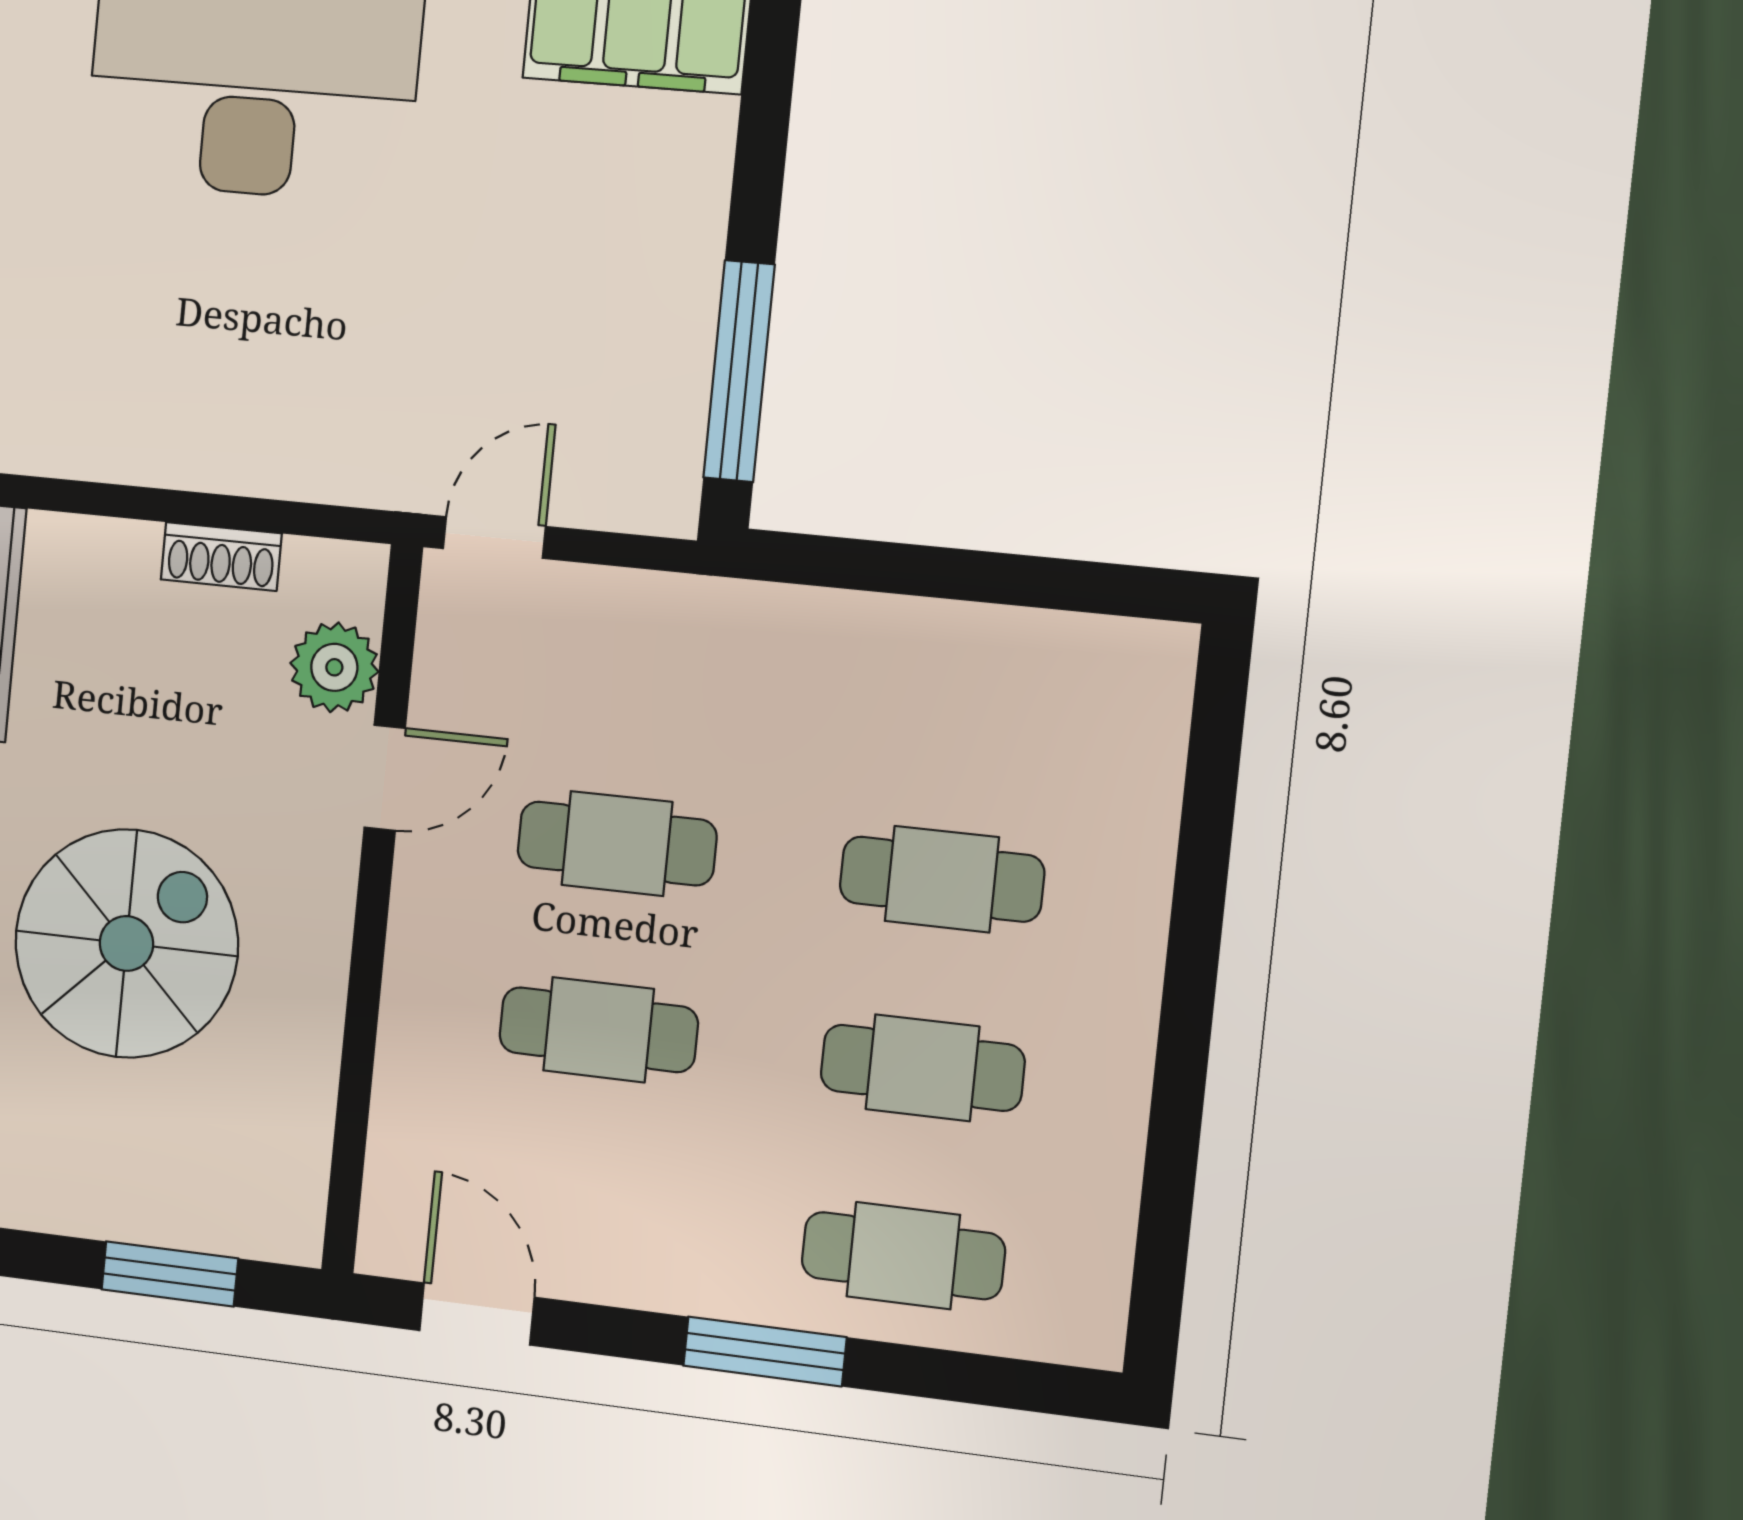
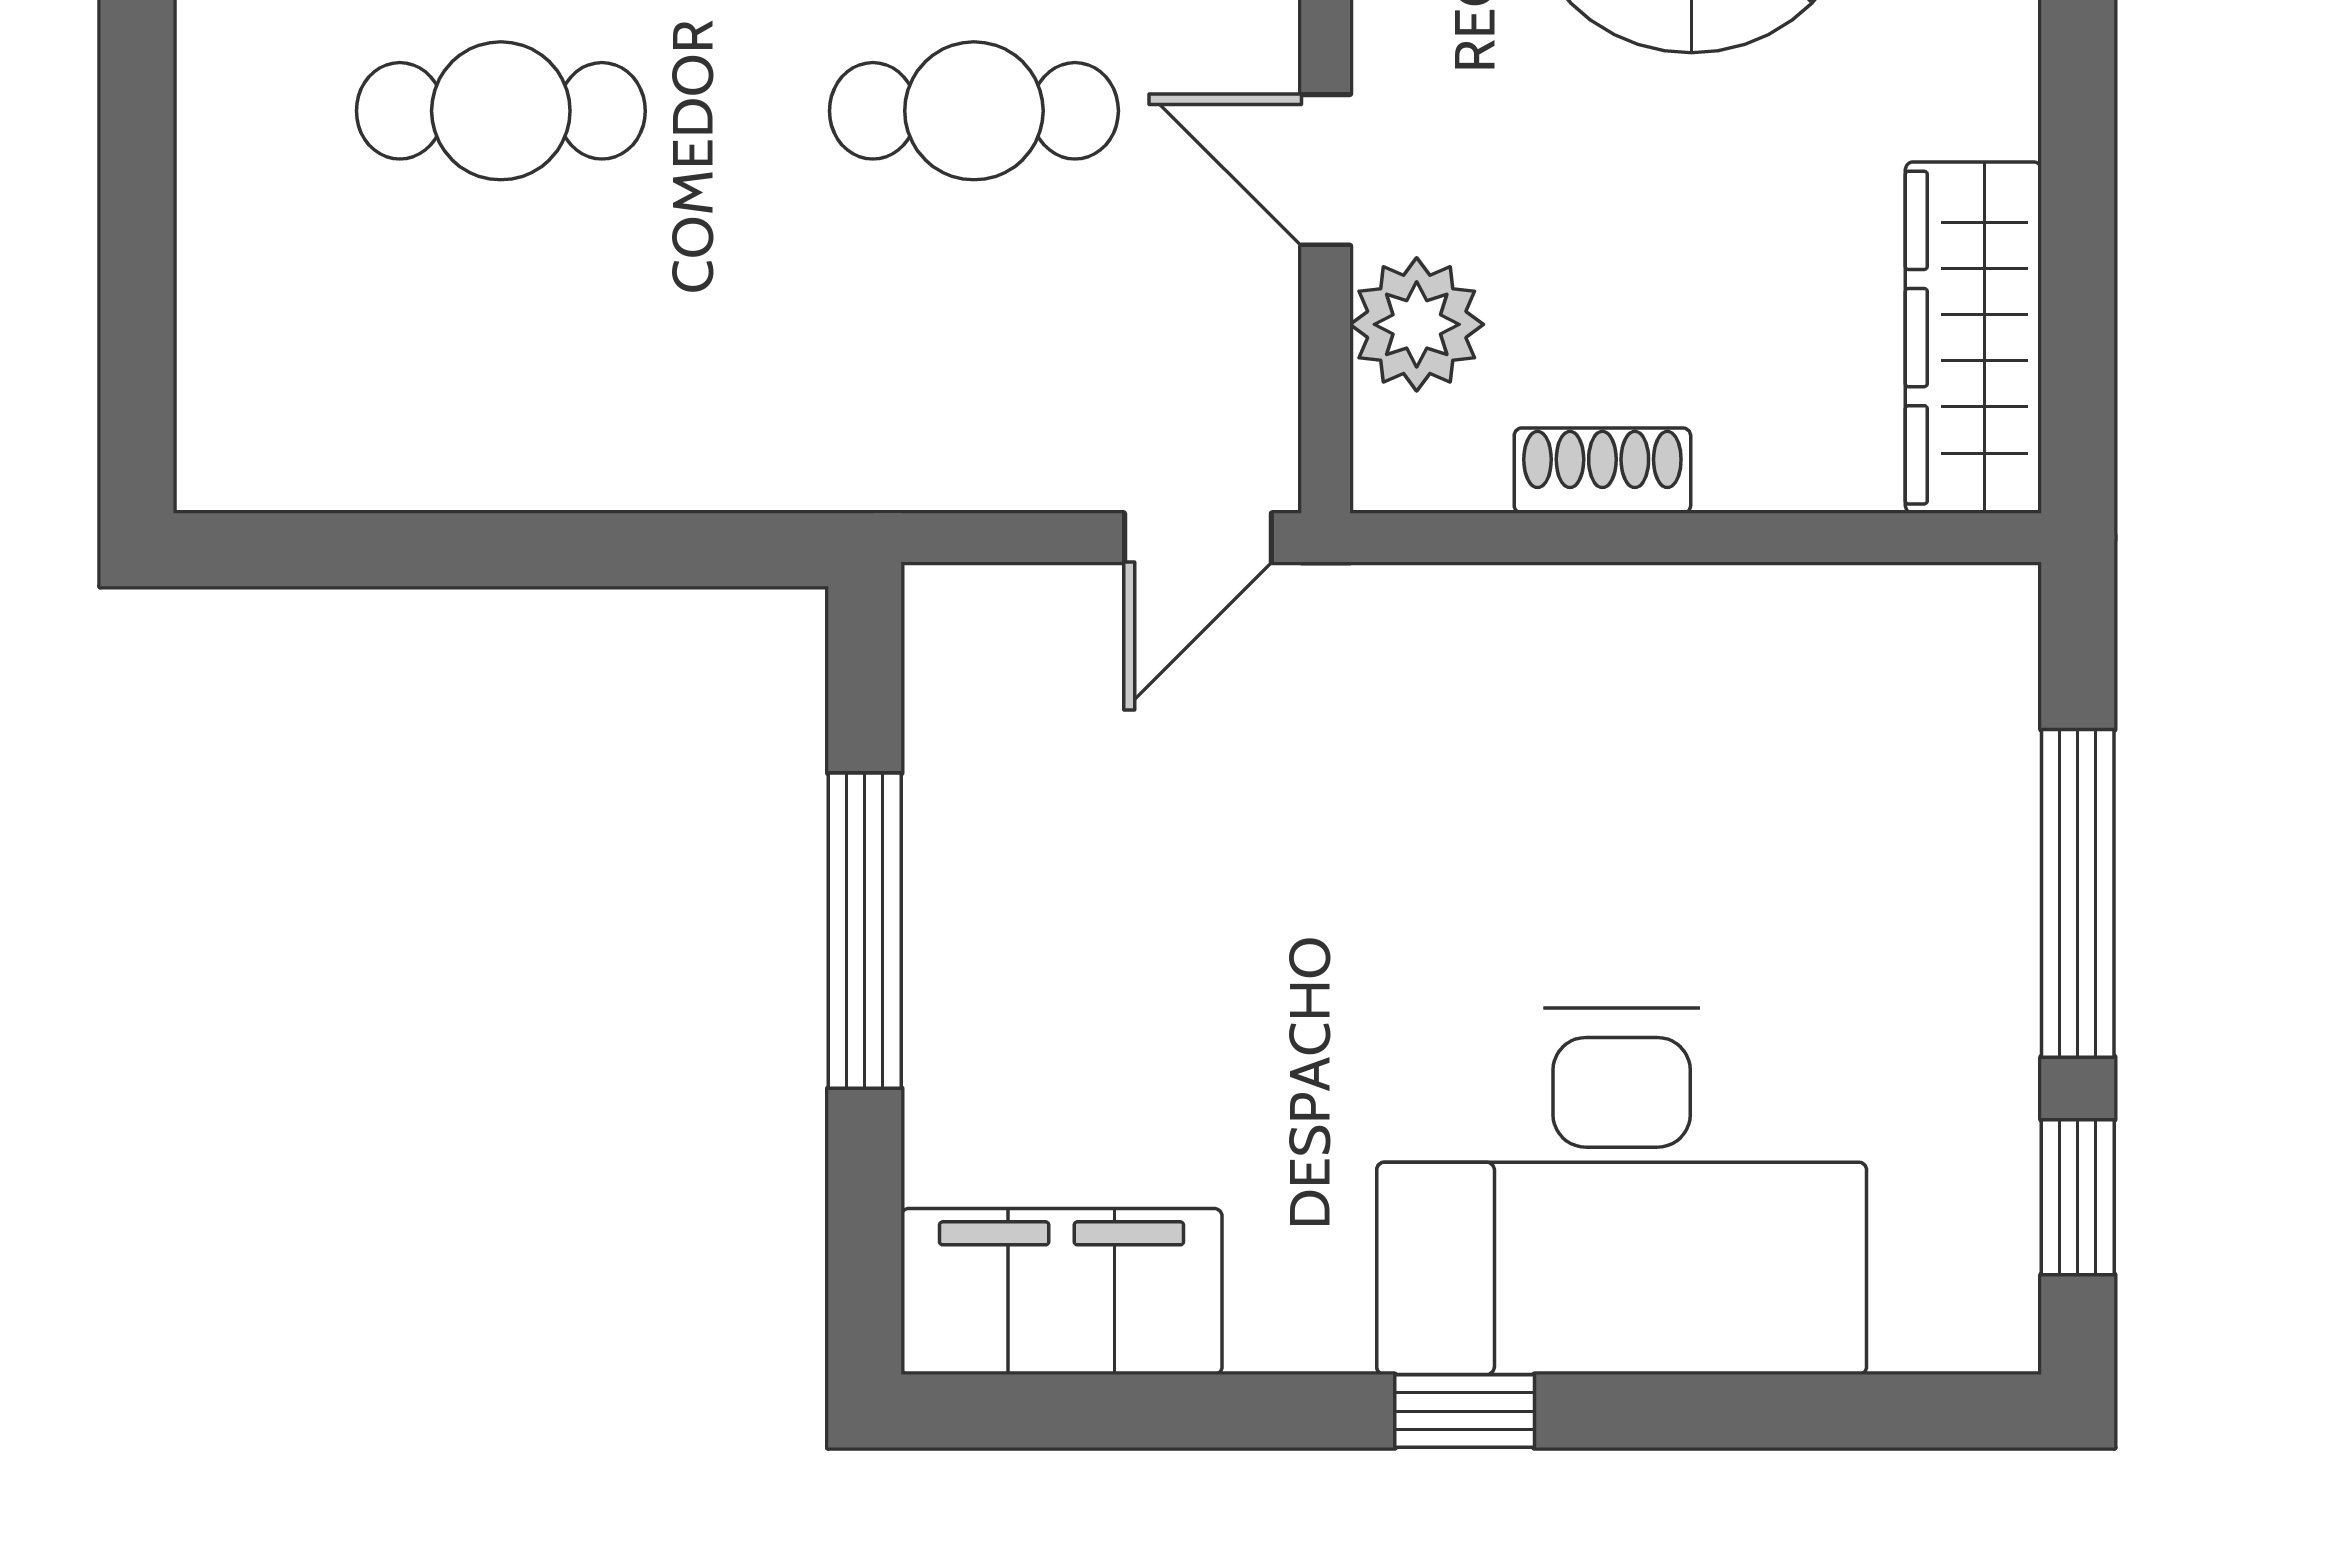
window: (739, 371) -> (865, 931), moved
door: (385, 778) -> (1326, 170), hinge flipped

